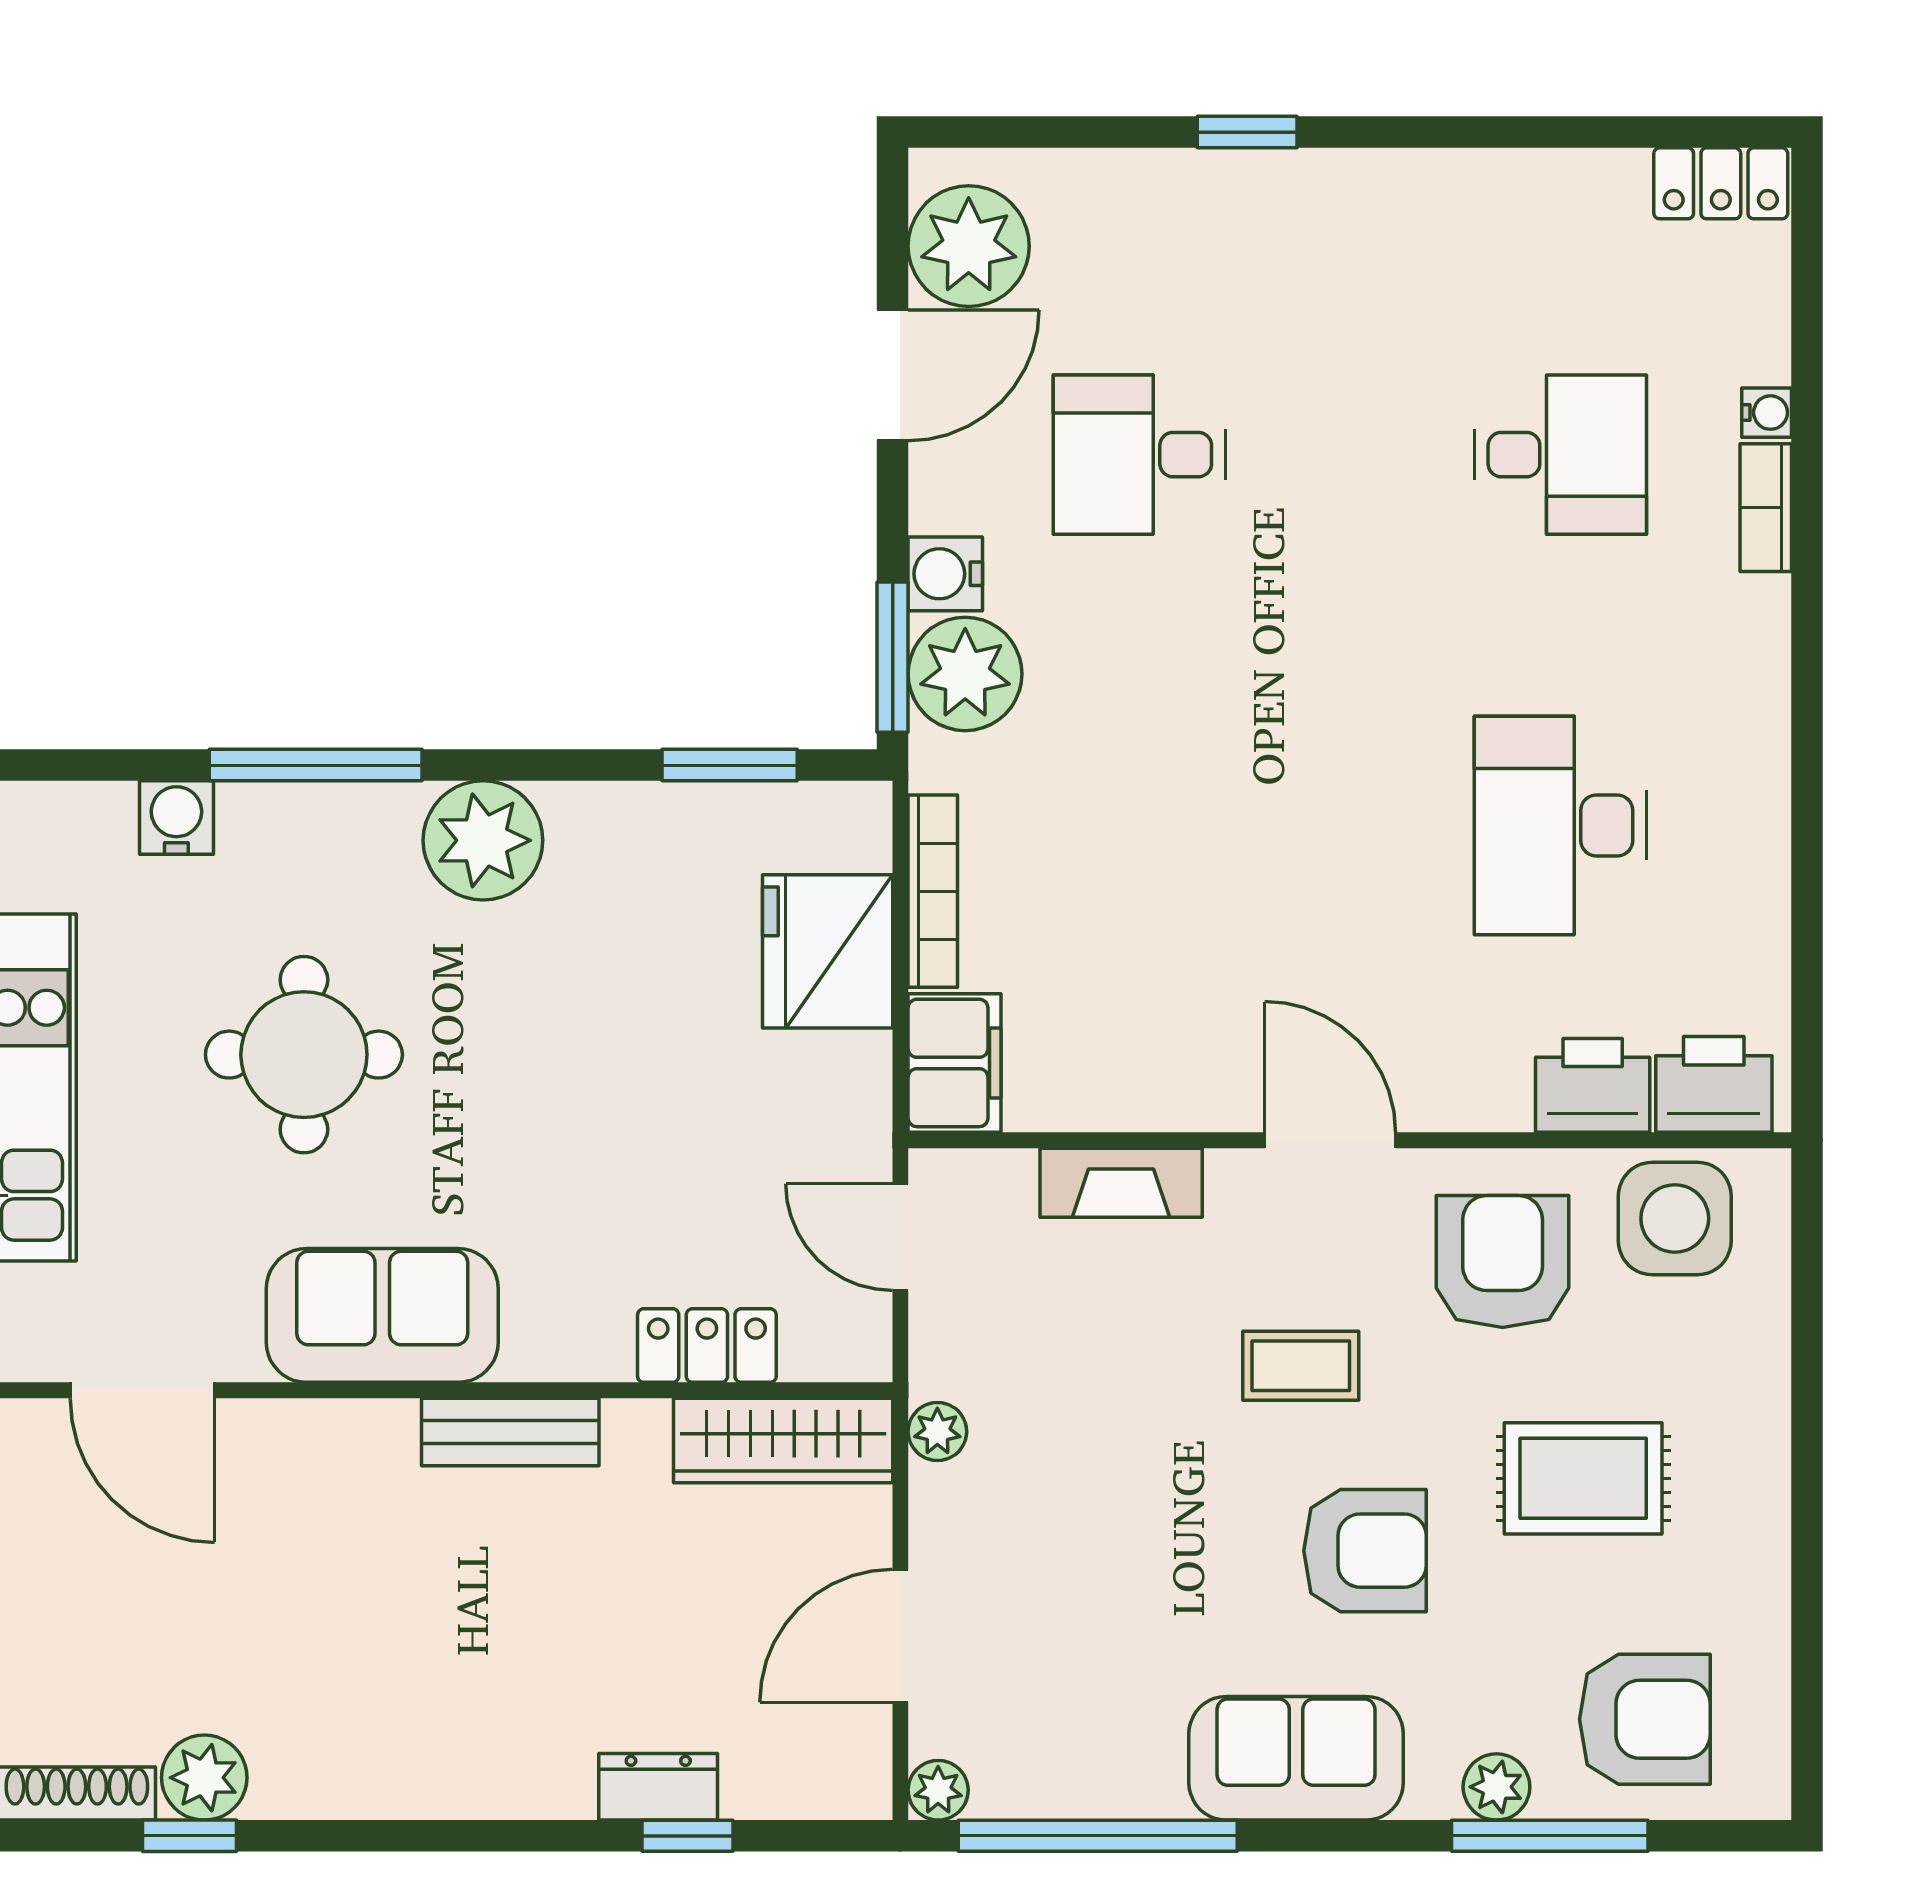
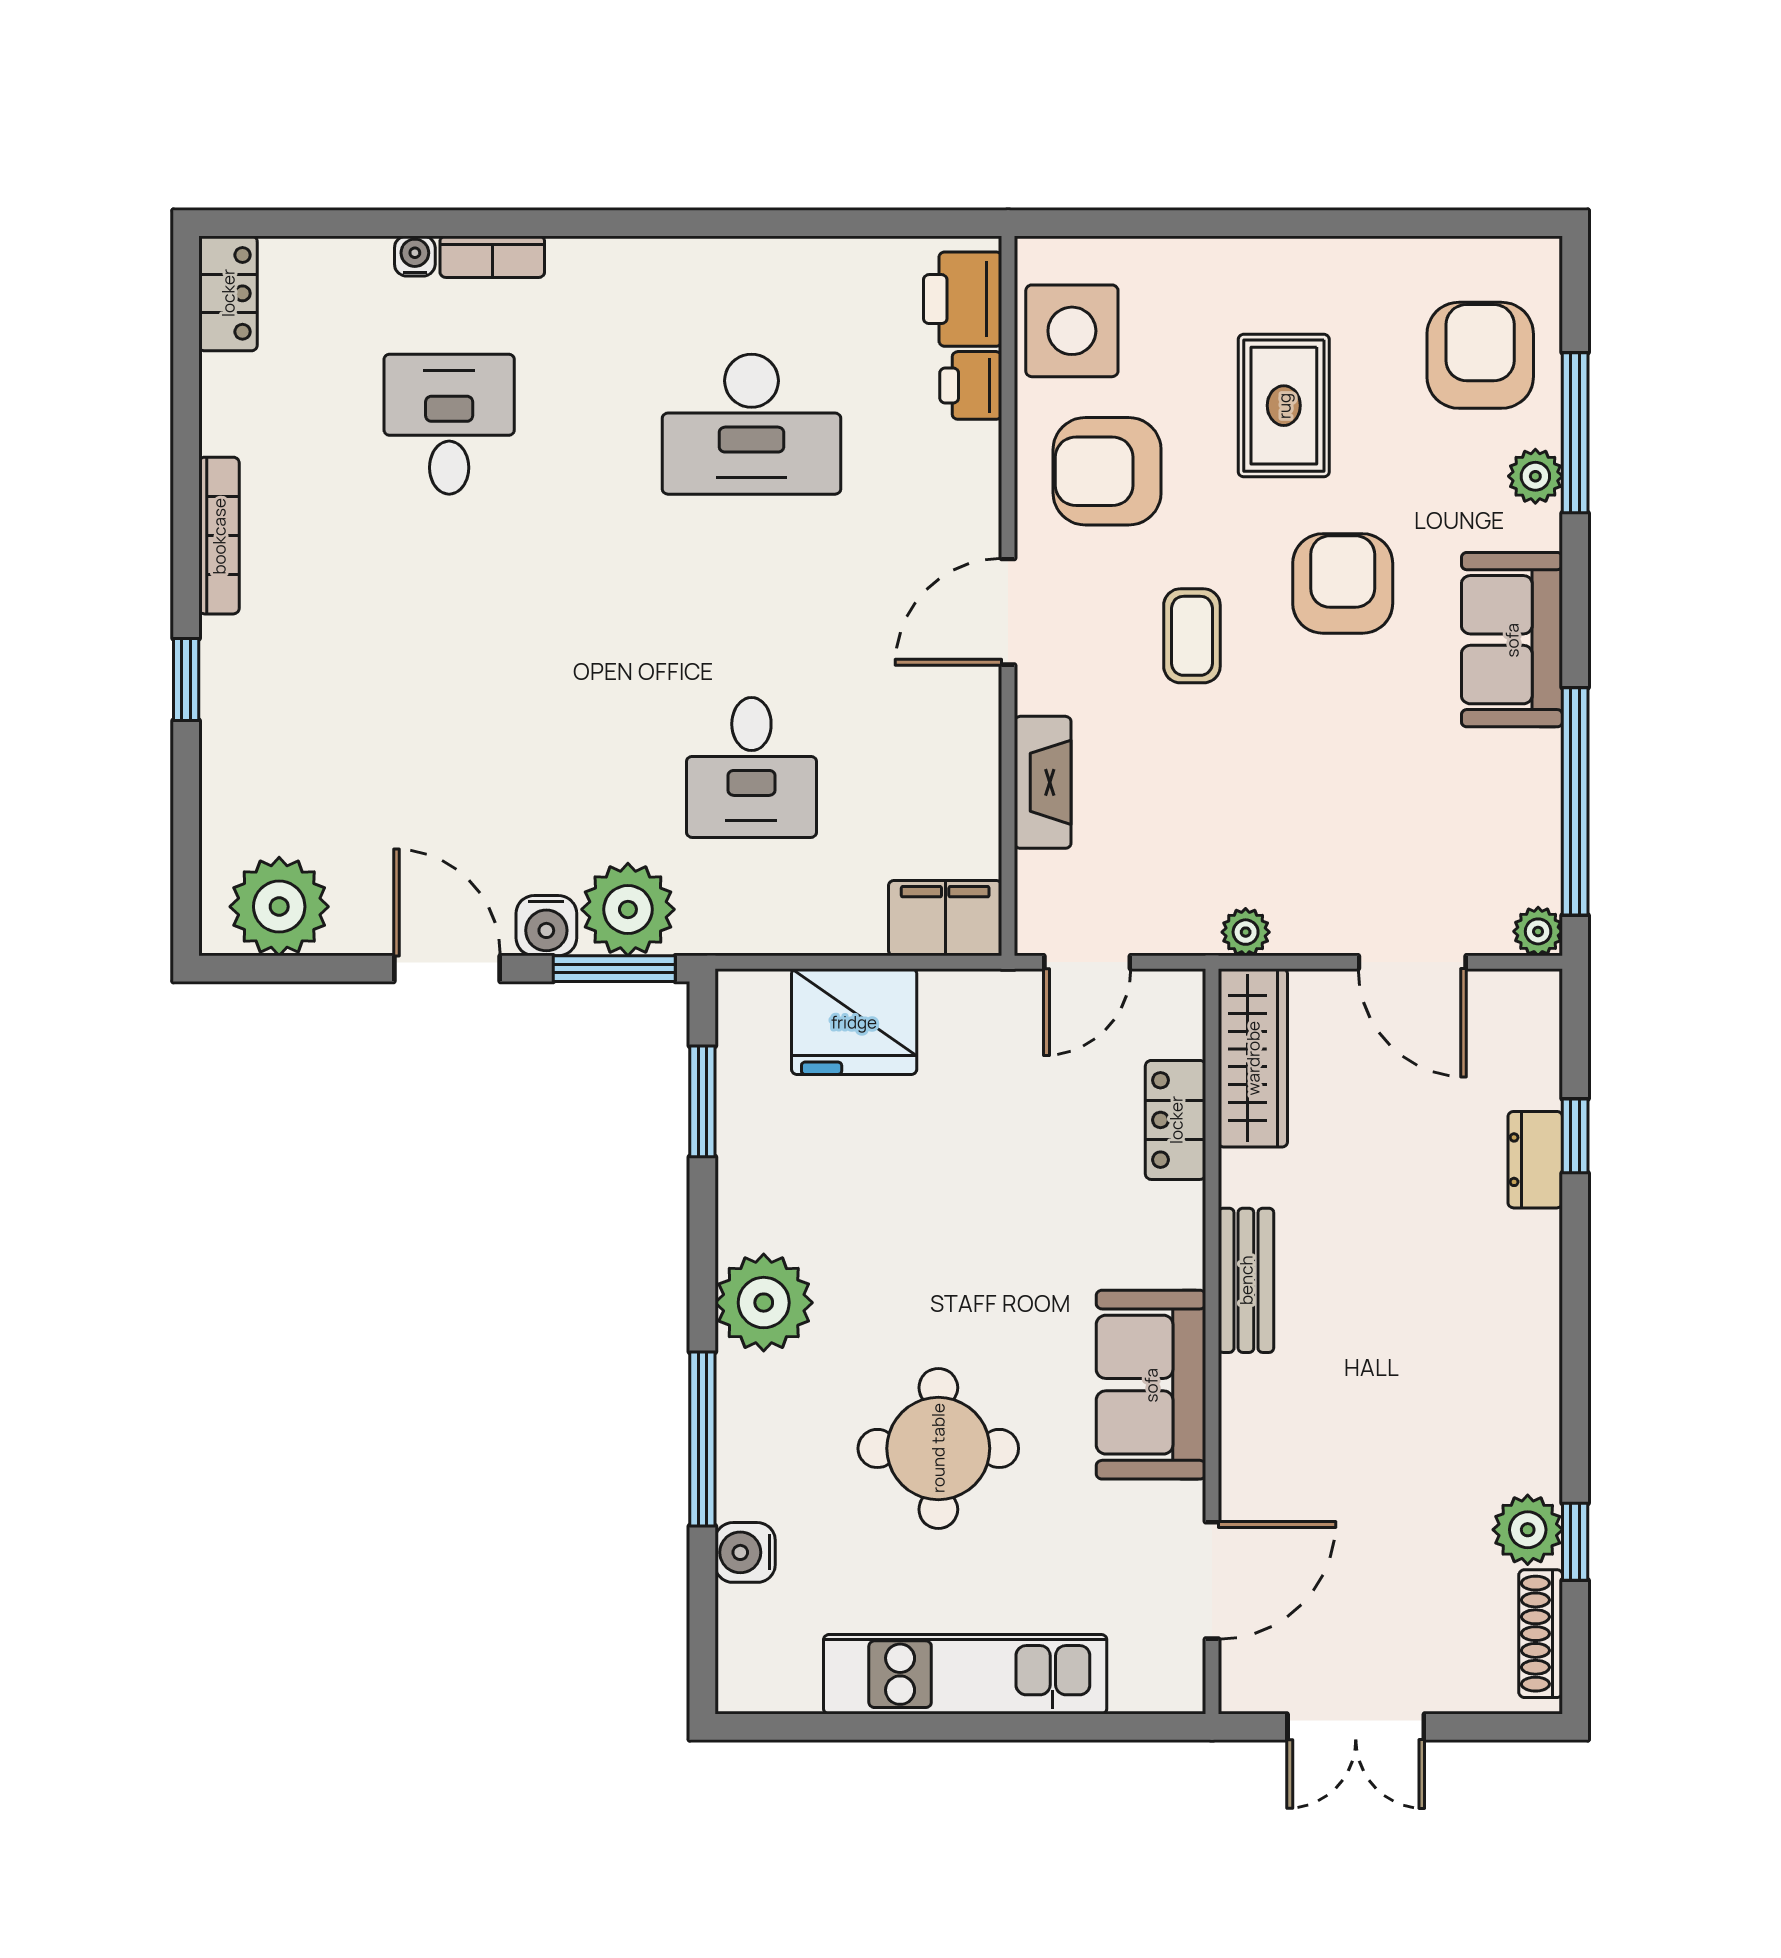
door: (893, 375) -> (447, 969), moved
desk: (1139, 455) -> (751, 767), moved
bookcase: (933, 891) -> (219, 536), moved, turned 90
printer: (1593, 1085) -> (971, 385), width x0.73, depth x0.81

